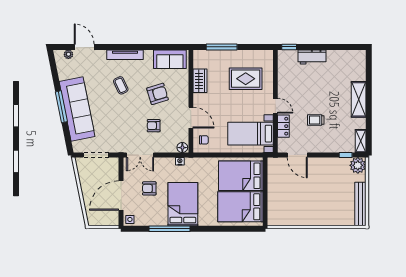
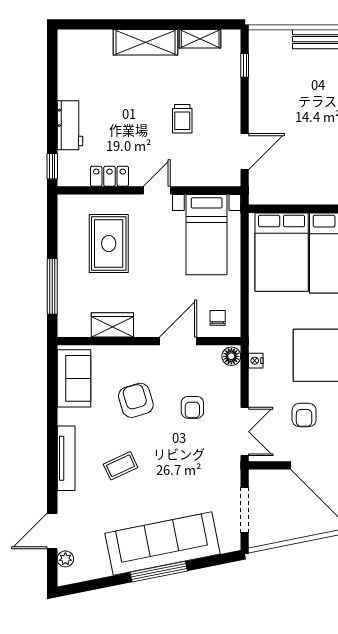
locker: (283, 126) -> (109, 176), moved
shelving: (361, 141) -> (200, 39), moved
plant: (358, 165) -> (263, 44), removed

